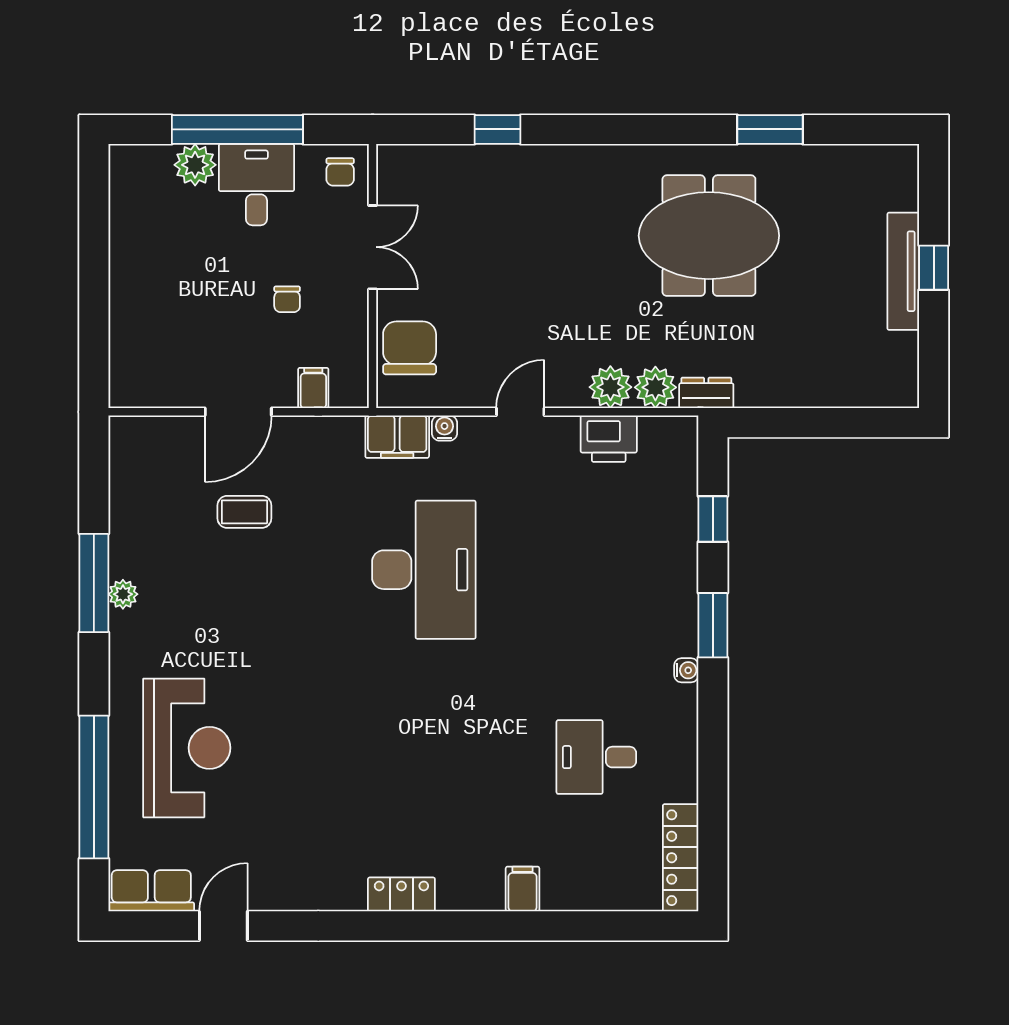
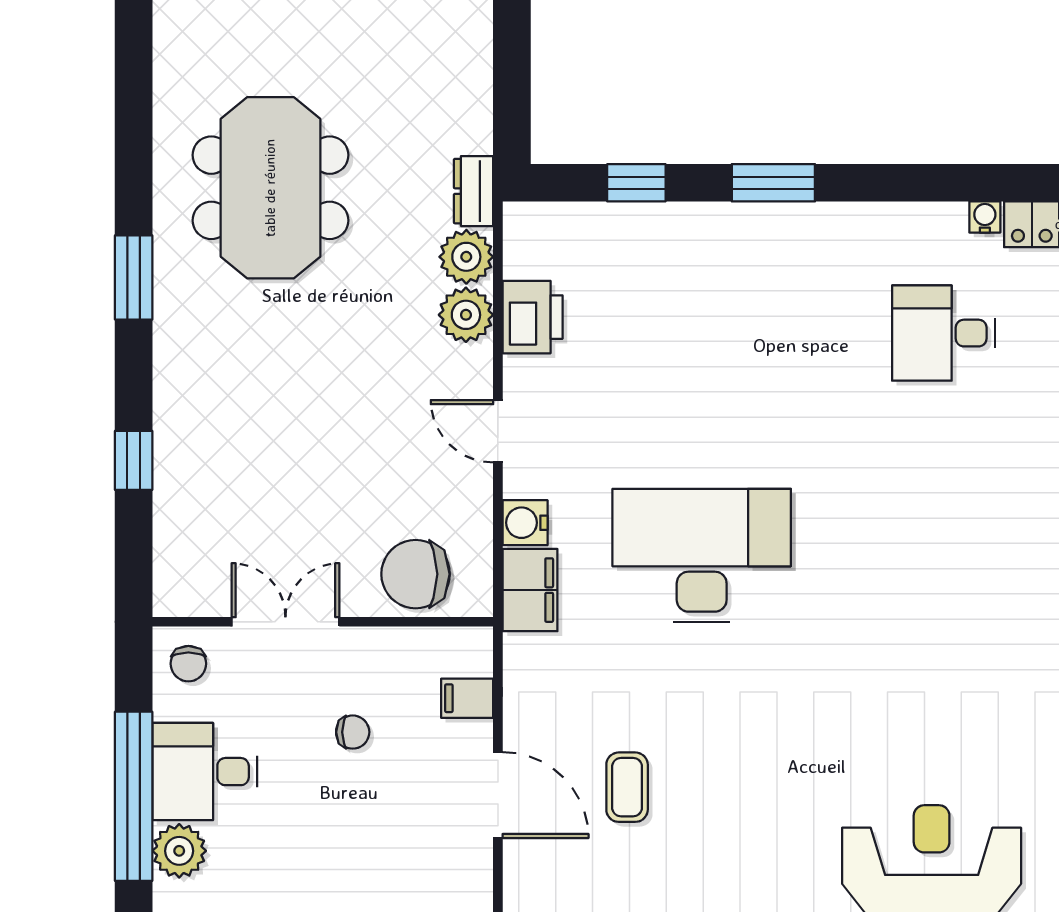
window: (770, 129) -> (134, 277), moved
chair: (340, 172) -> (188, 664), turned 90
water cooler: (445, 428) -> (525, 523), width x1.38, depth x1.38
water cooler: (686, 670) -> (985, 217), moved
desk: (596, 757) -> (943, 333), turned 90

